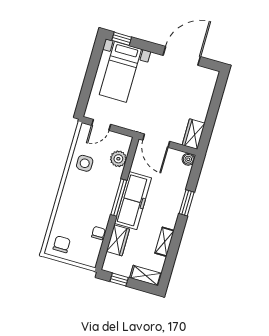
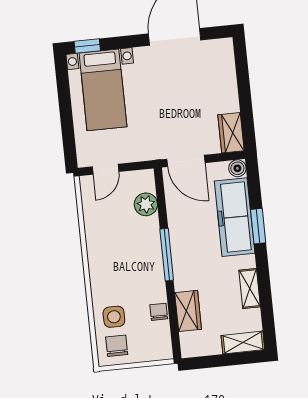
side table: (85, 163) -> (114, 317), moved
freezer: (133, 201) -> (235, 217), moved, turned 180
window: (119, 280) -> (210, 361), removed

